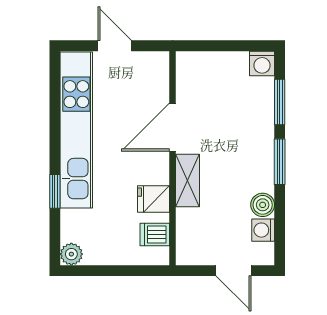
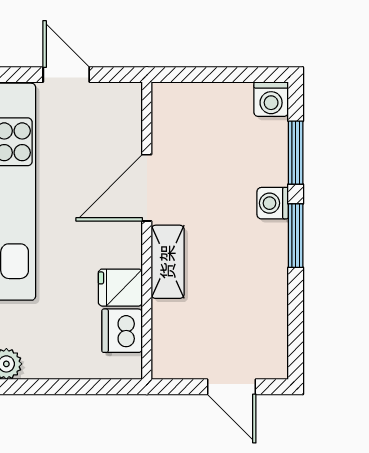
boiler: (263, 205) -> (272, 296), removed
washing machine: (263, 230) -> (273, 203), moved
dishwasher: (155, 234) -> (122, 331), width x1.38

